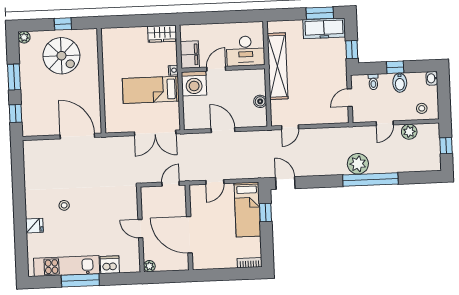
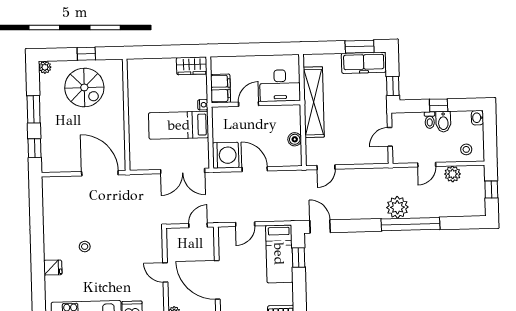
toilet: (373, 82) -> (430, 120), moved
washing machine: (194, 84) -> (226, 155), moved, turned -90

